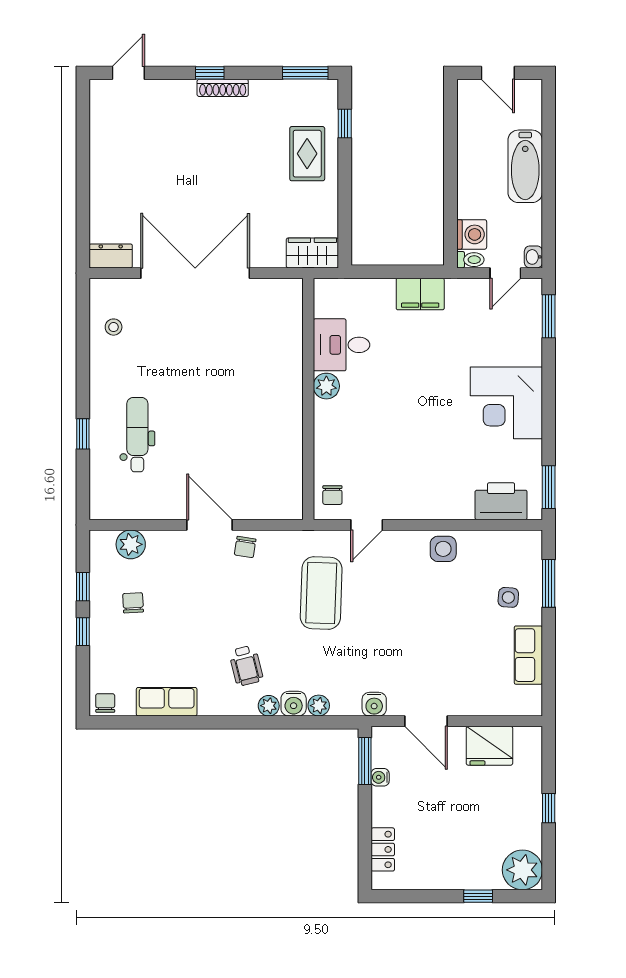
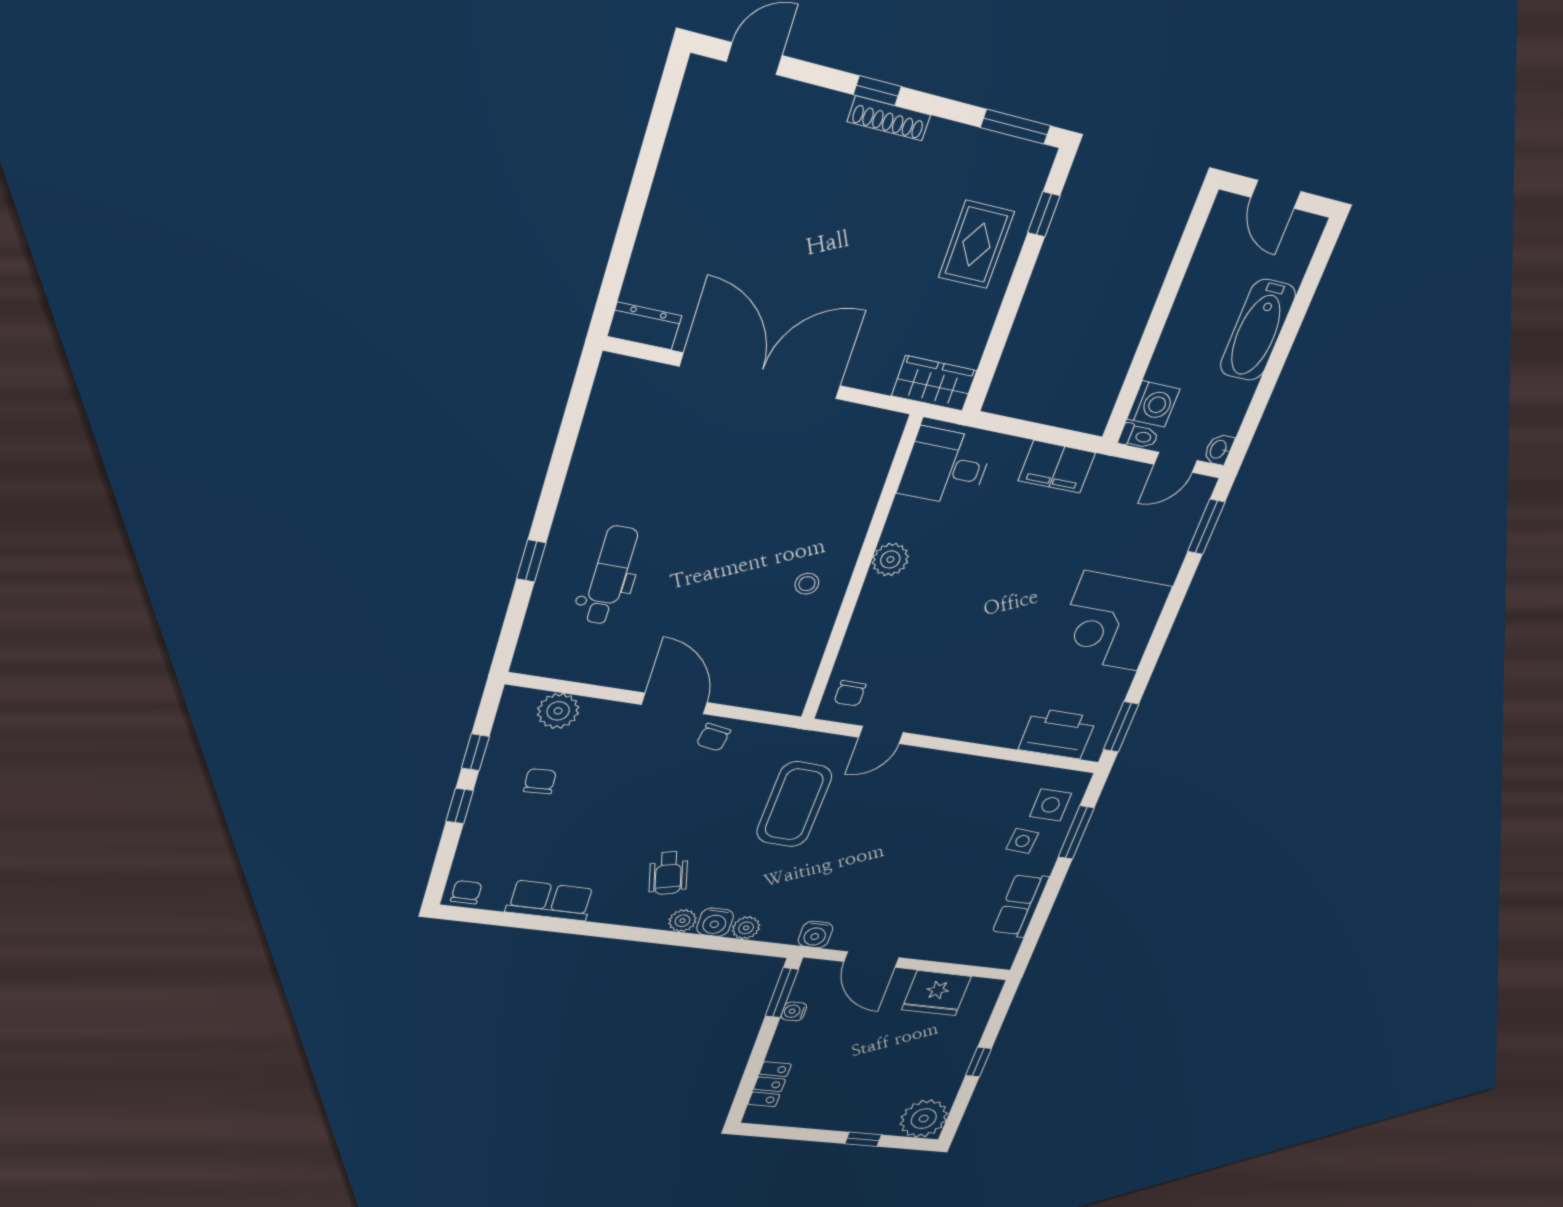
stool: (114, 327) -> (807, 584), moved
desk: (341, 345) -> (946, 467), moved
side table: (443, 549) -> (1051, 805), moved

